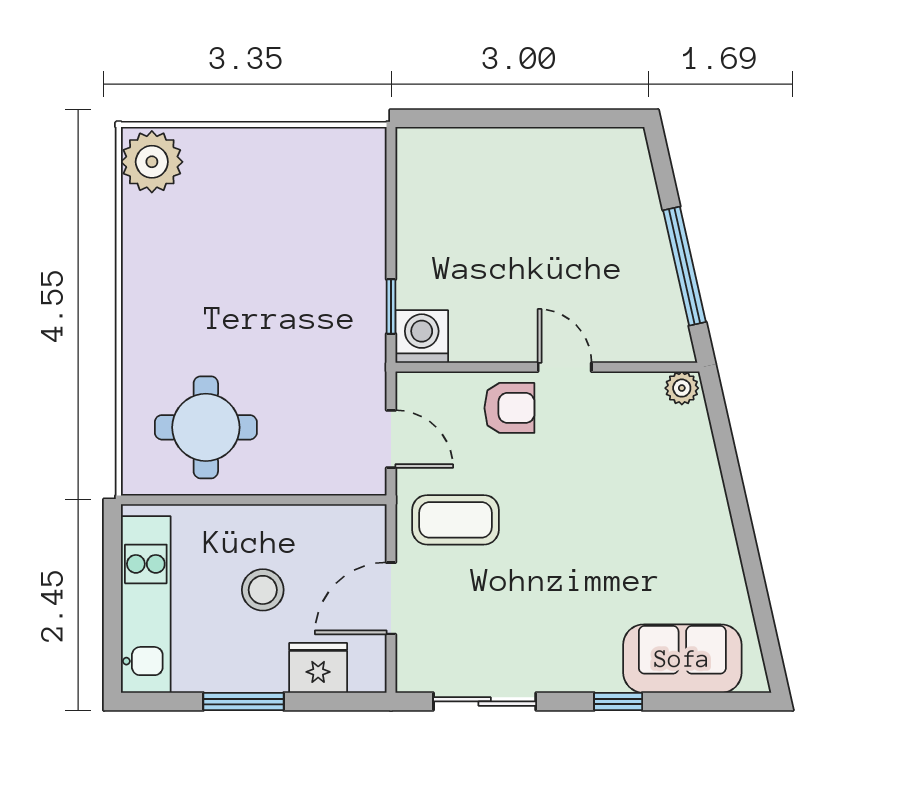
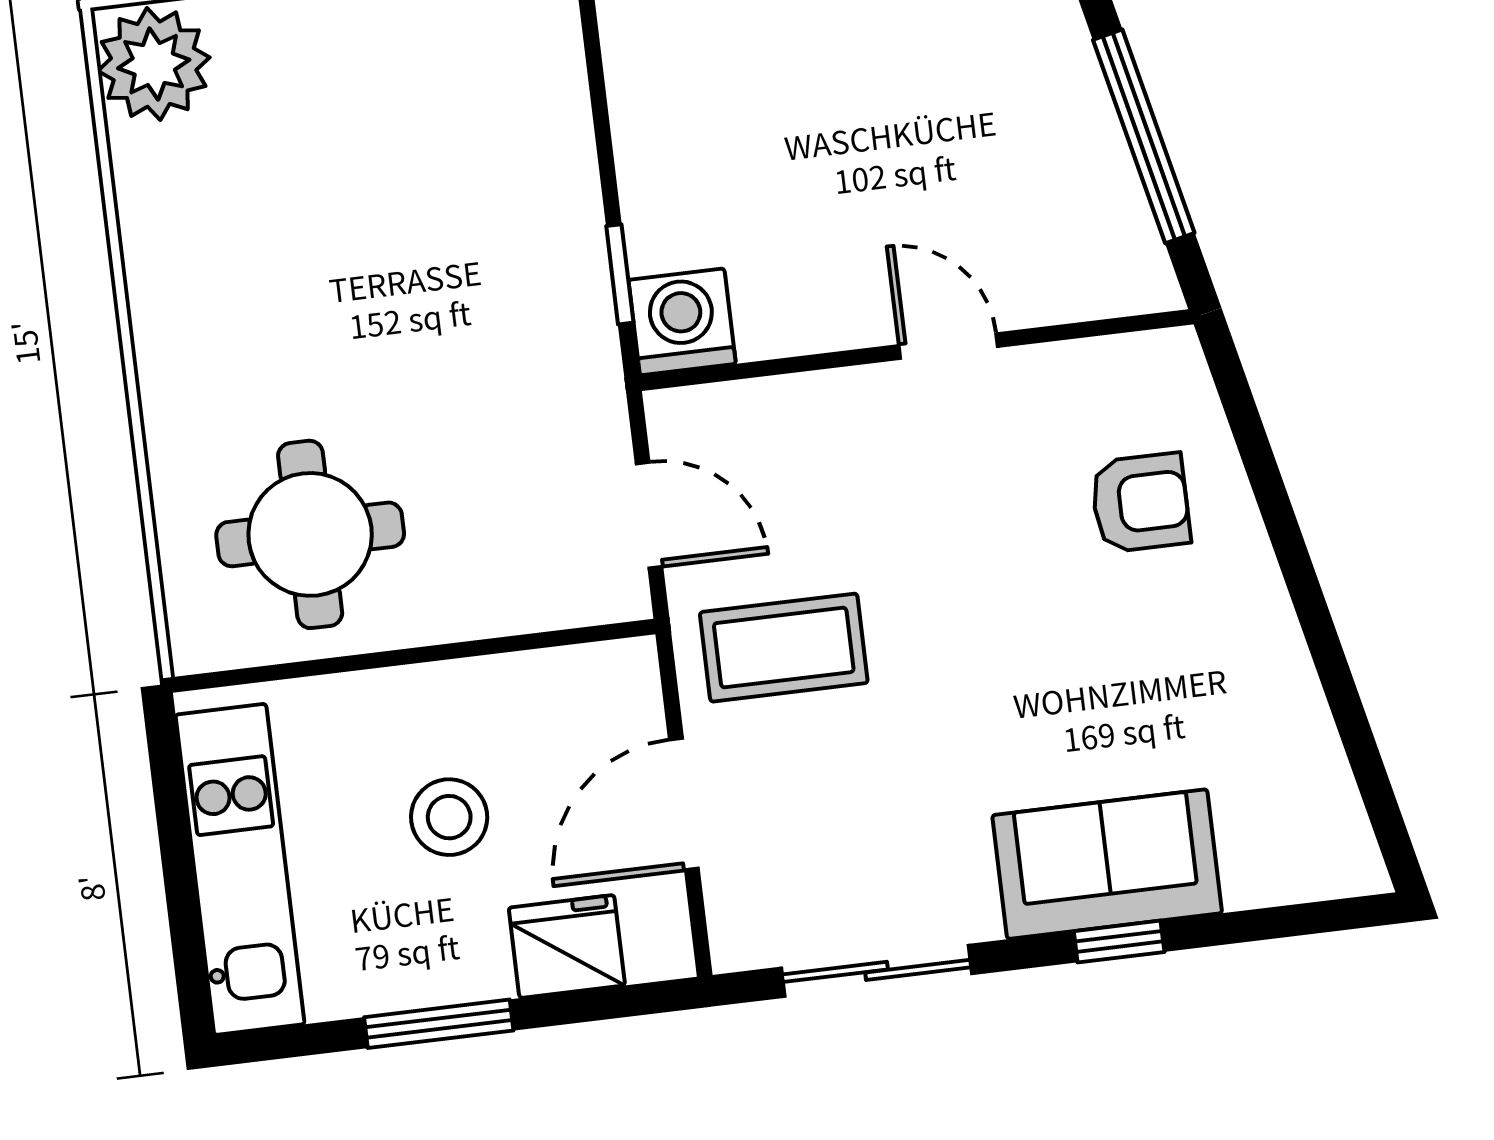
plant: (682, 388) -> (1166, 358), removed
armchair: (509, 408) -> (1140, 503), moved
sofa: (682, 659) -> (1107, 864), moved

